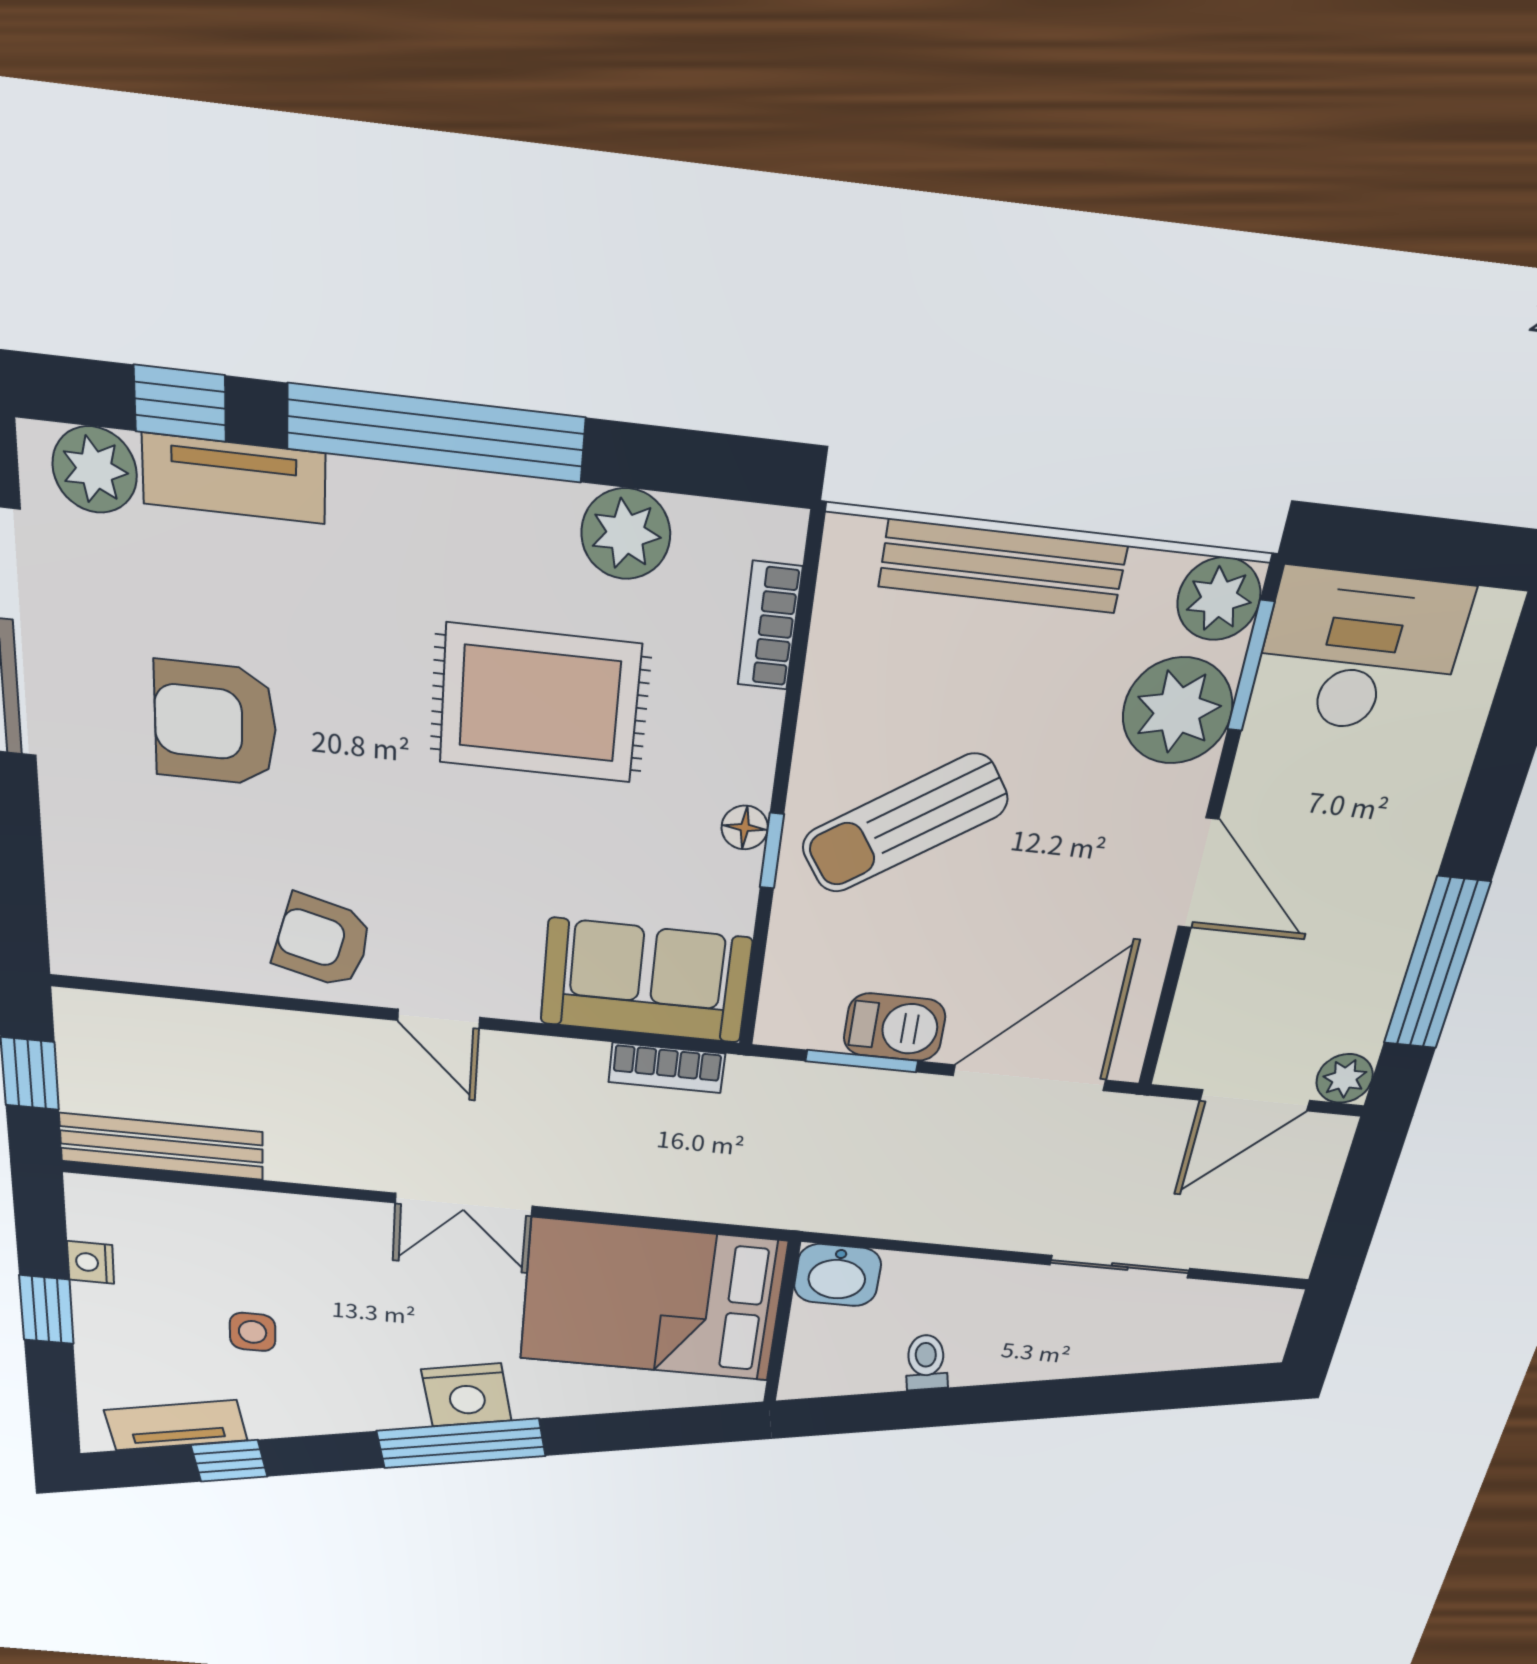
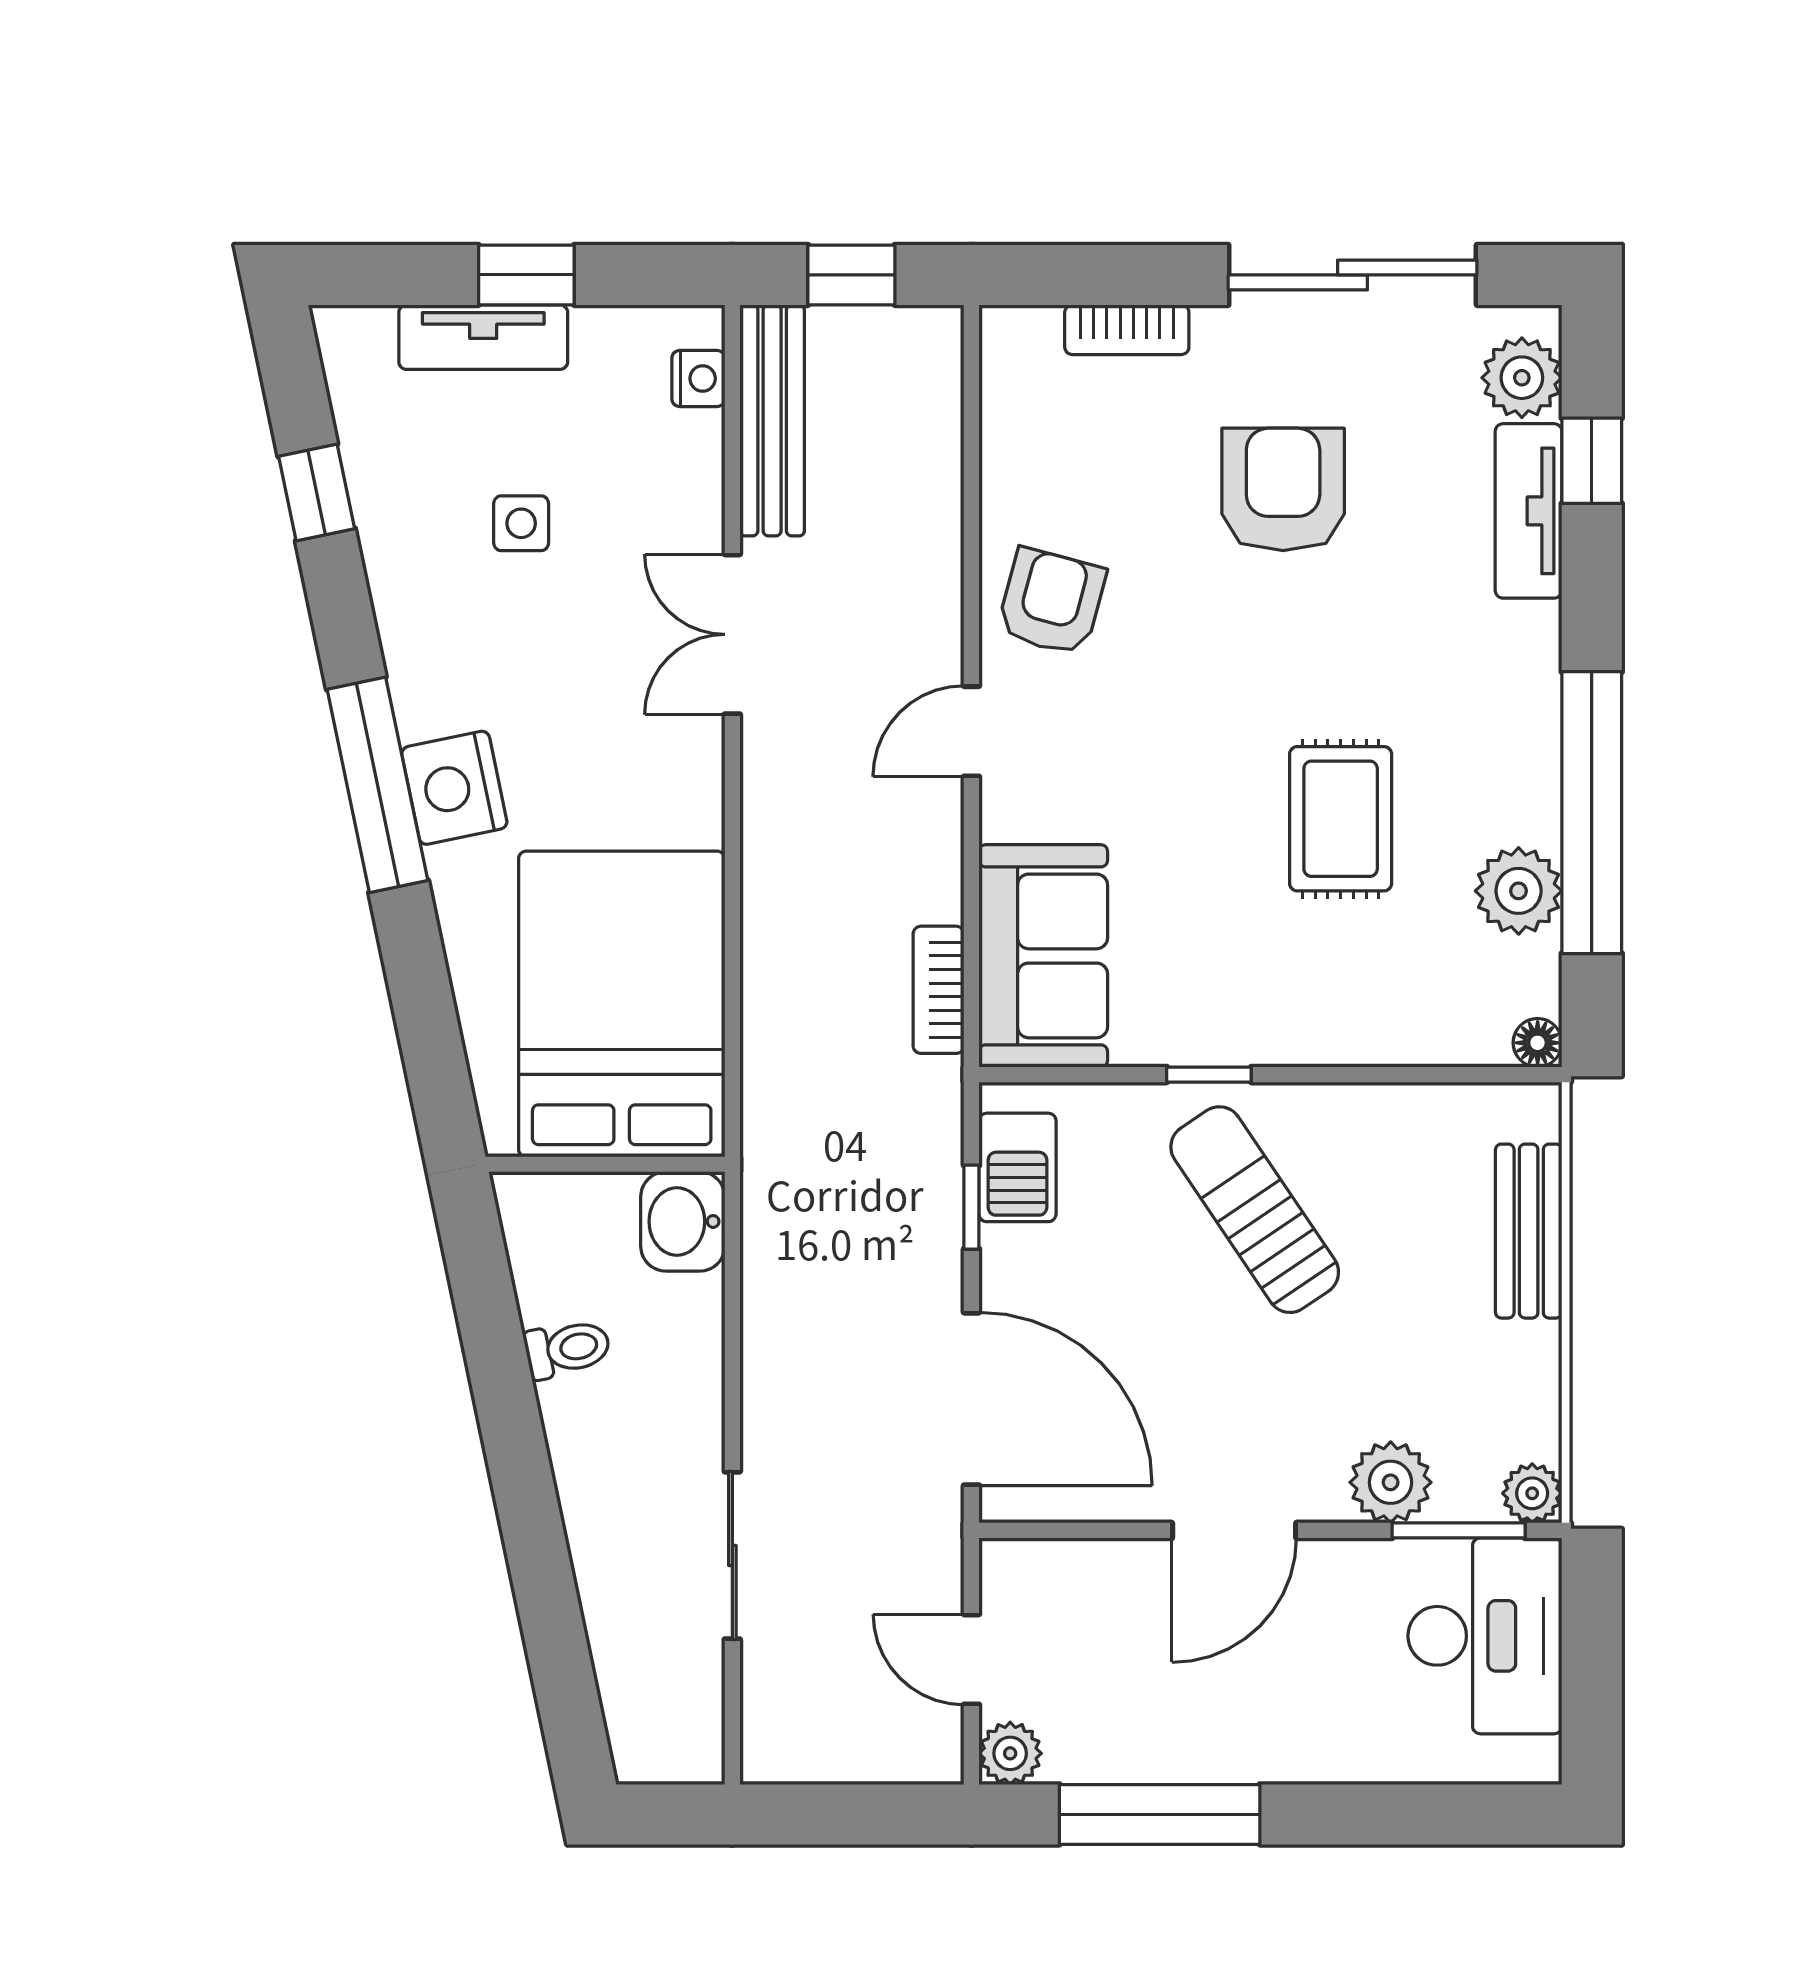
window: (436, 433) -> (1592, 813), moved
bench: (1003, 566) -> (1529, 1231), width x0.73
plant: (1219, 599) -> (1532, 1493), width x0.73, depth x0.73
bookcase: (770, 626) -> (1127, 330), moved, turned 180
rug: (540, 704) -> (1341, 819), width x0.73, depth x0.70
plant: (1178, 711) -> (1391, 1482), width x0.73, depth x0.73
floor lamp: (745, 828) -> (1538, 1043), moved
barbecue: (894, 1027) -> (1017, 1167), moved
window: (862, 1061) -> (971, 1207), width x0.67
door: (1255, 1100) -> (971, 1659), width x0.73
double door: (464, 1205) -> (732, 634), moved
nightstand: (91, 1262) -> (698, 378), moved, turned 90
tv unit: (176, 1425) -> (483, 337), moved, turned 102

